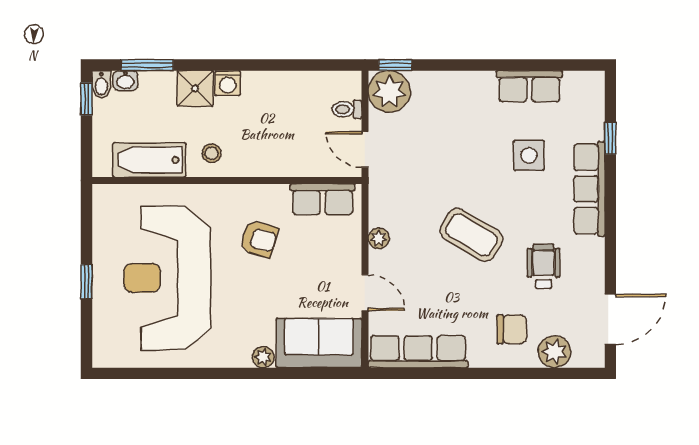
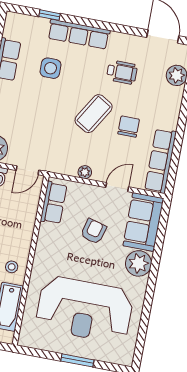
armchair: (259, 239) -> (94, 231), moved
wheelchair: (543, 266) -> (122, 72), turned 180
window: (87, 282) -> (77, 360), width x1.50
chair: (512, 329) -> (129, 127), moved
plant: (263, 357) -> (138, 263), width x1.88, depth x1.88

